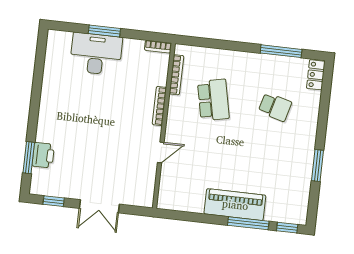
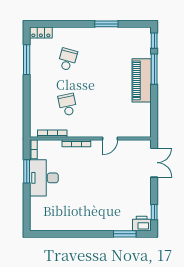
window: (104, 31) -> (27, 171), moved
desk: (96, 54) -> (44, 178), moved
school desk: (213, 100) -> (68, 105), width x0.54
door: (161, 152) -> (110, 139), swing flipped
printer: (43, 155) -> (142, 223), moved
double door: (99, 206) -> (154, 163), moved

